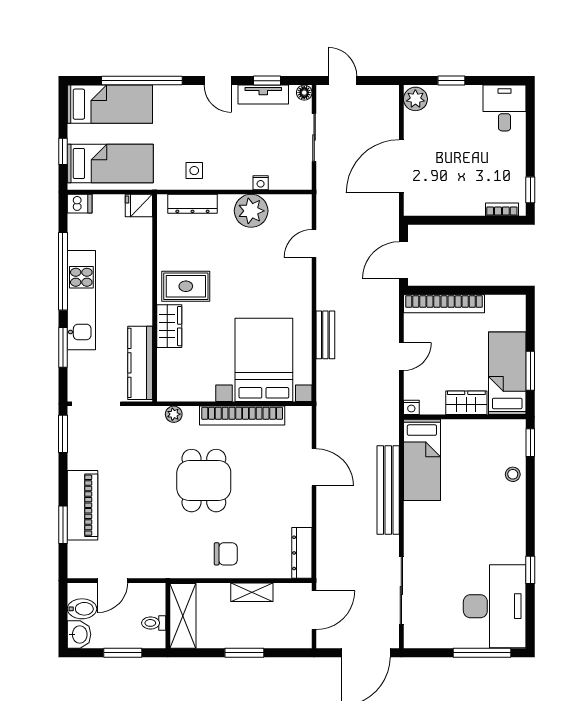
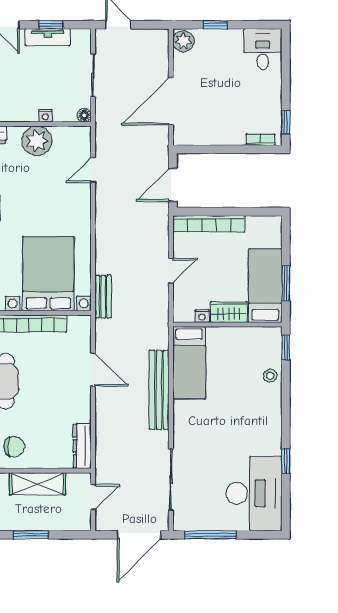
floor lamp: (304, 93) -> (84, 115), moved
bench: (325, 335) -> (103, 297), moved
nightstand: (411, 407) -> (202, 316), moved
shelving: (252, 592) -> (37, 484), width x1.50, depth x1.33
door: (314, 610) -> (93, 497), width x0.73
window: (482, 653) -> (210, 535), moved

